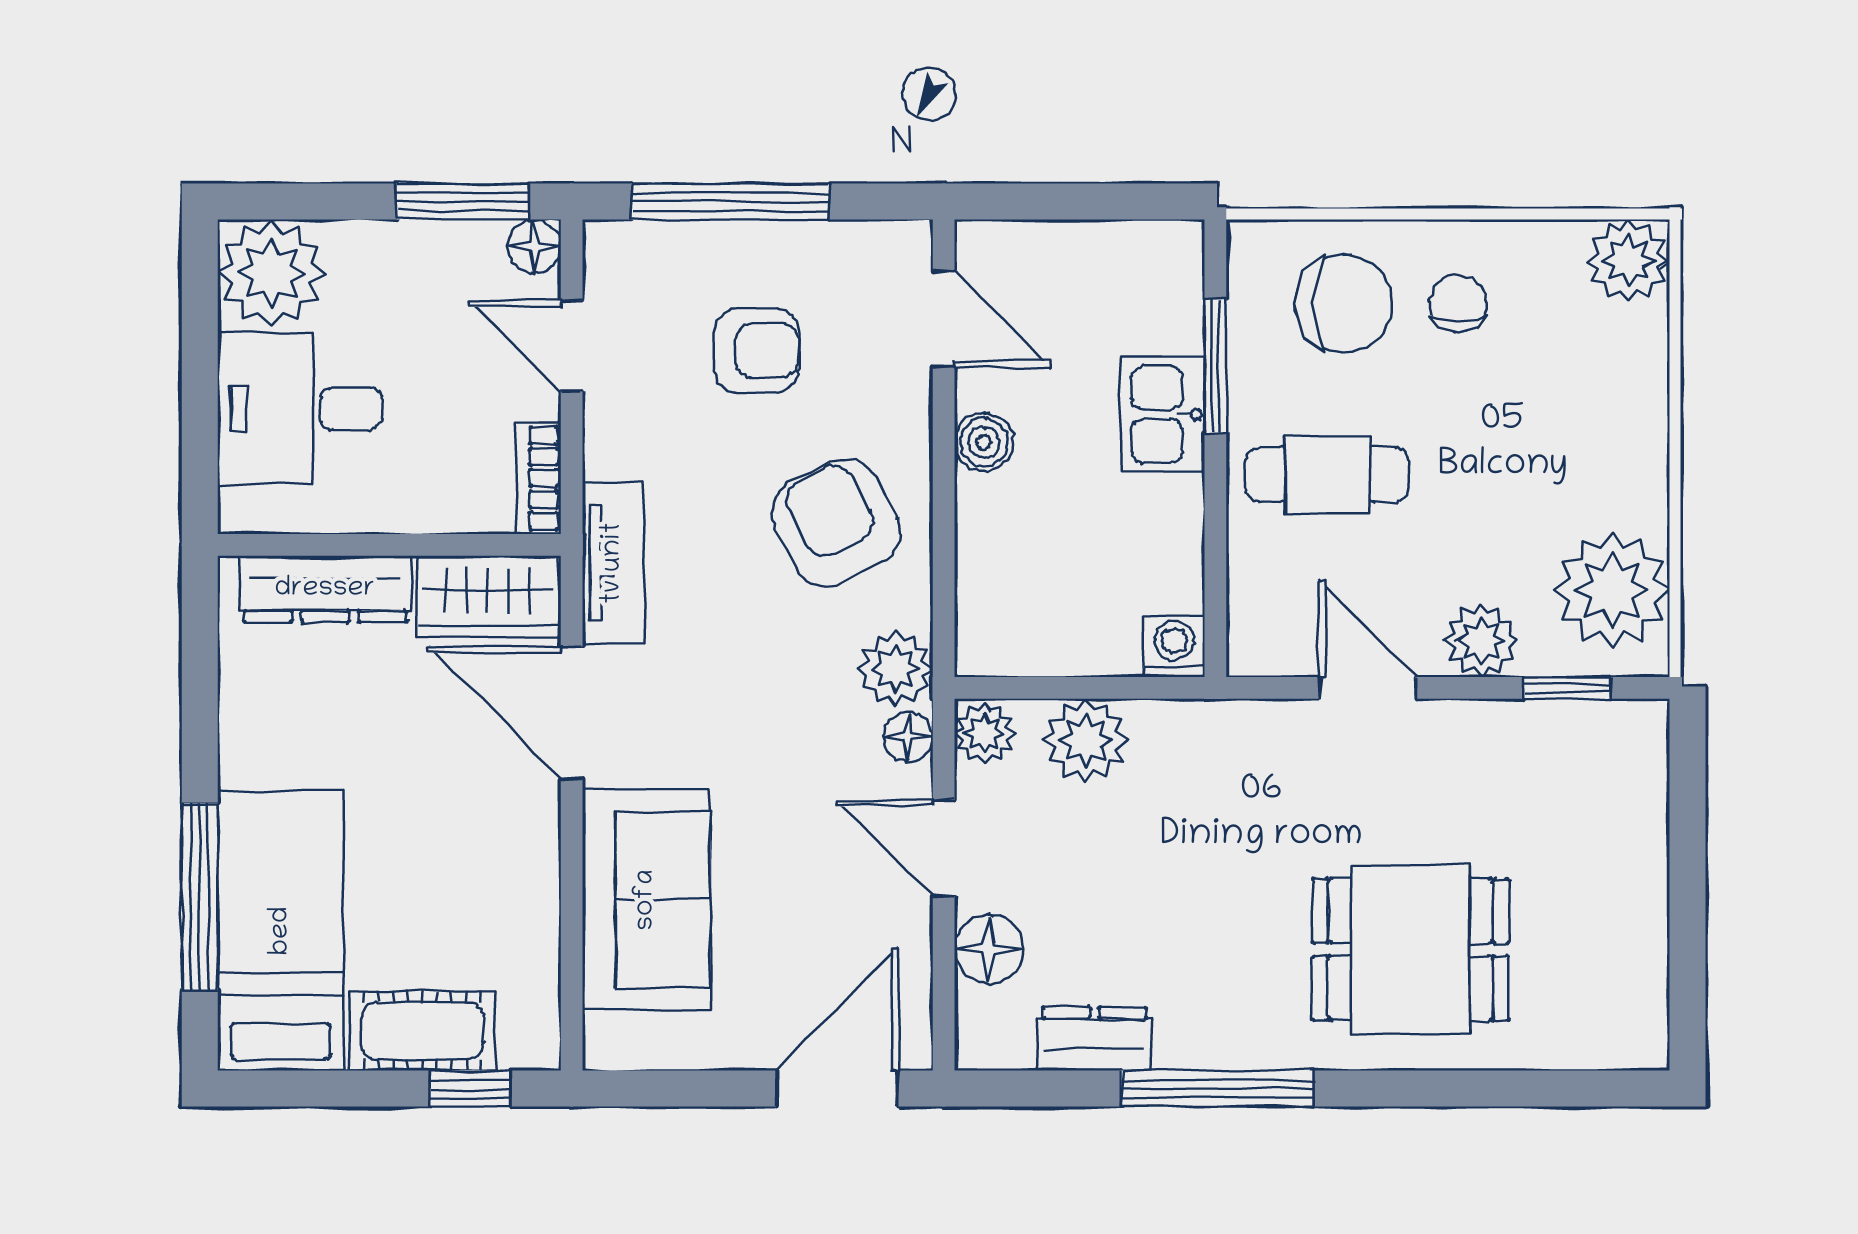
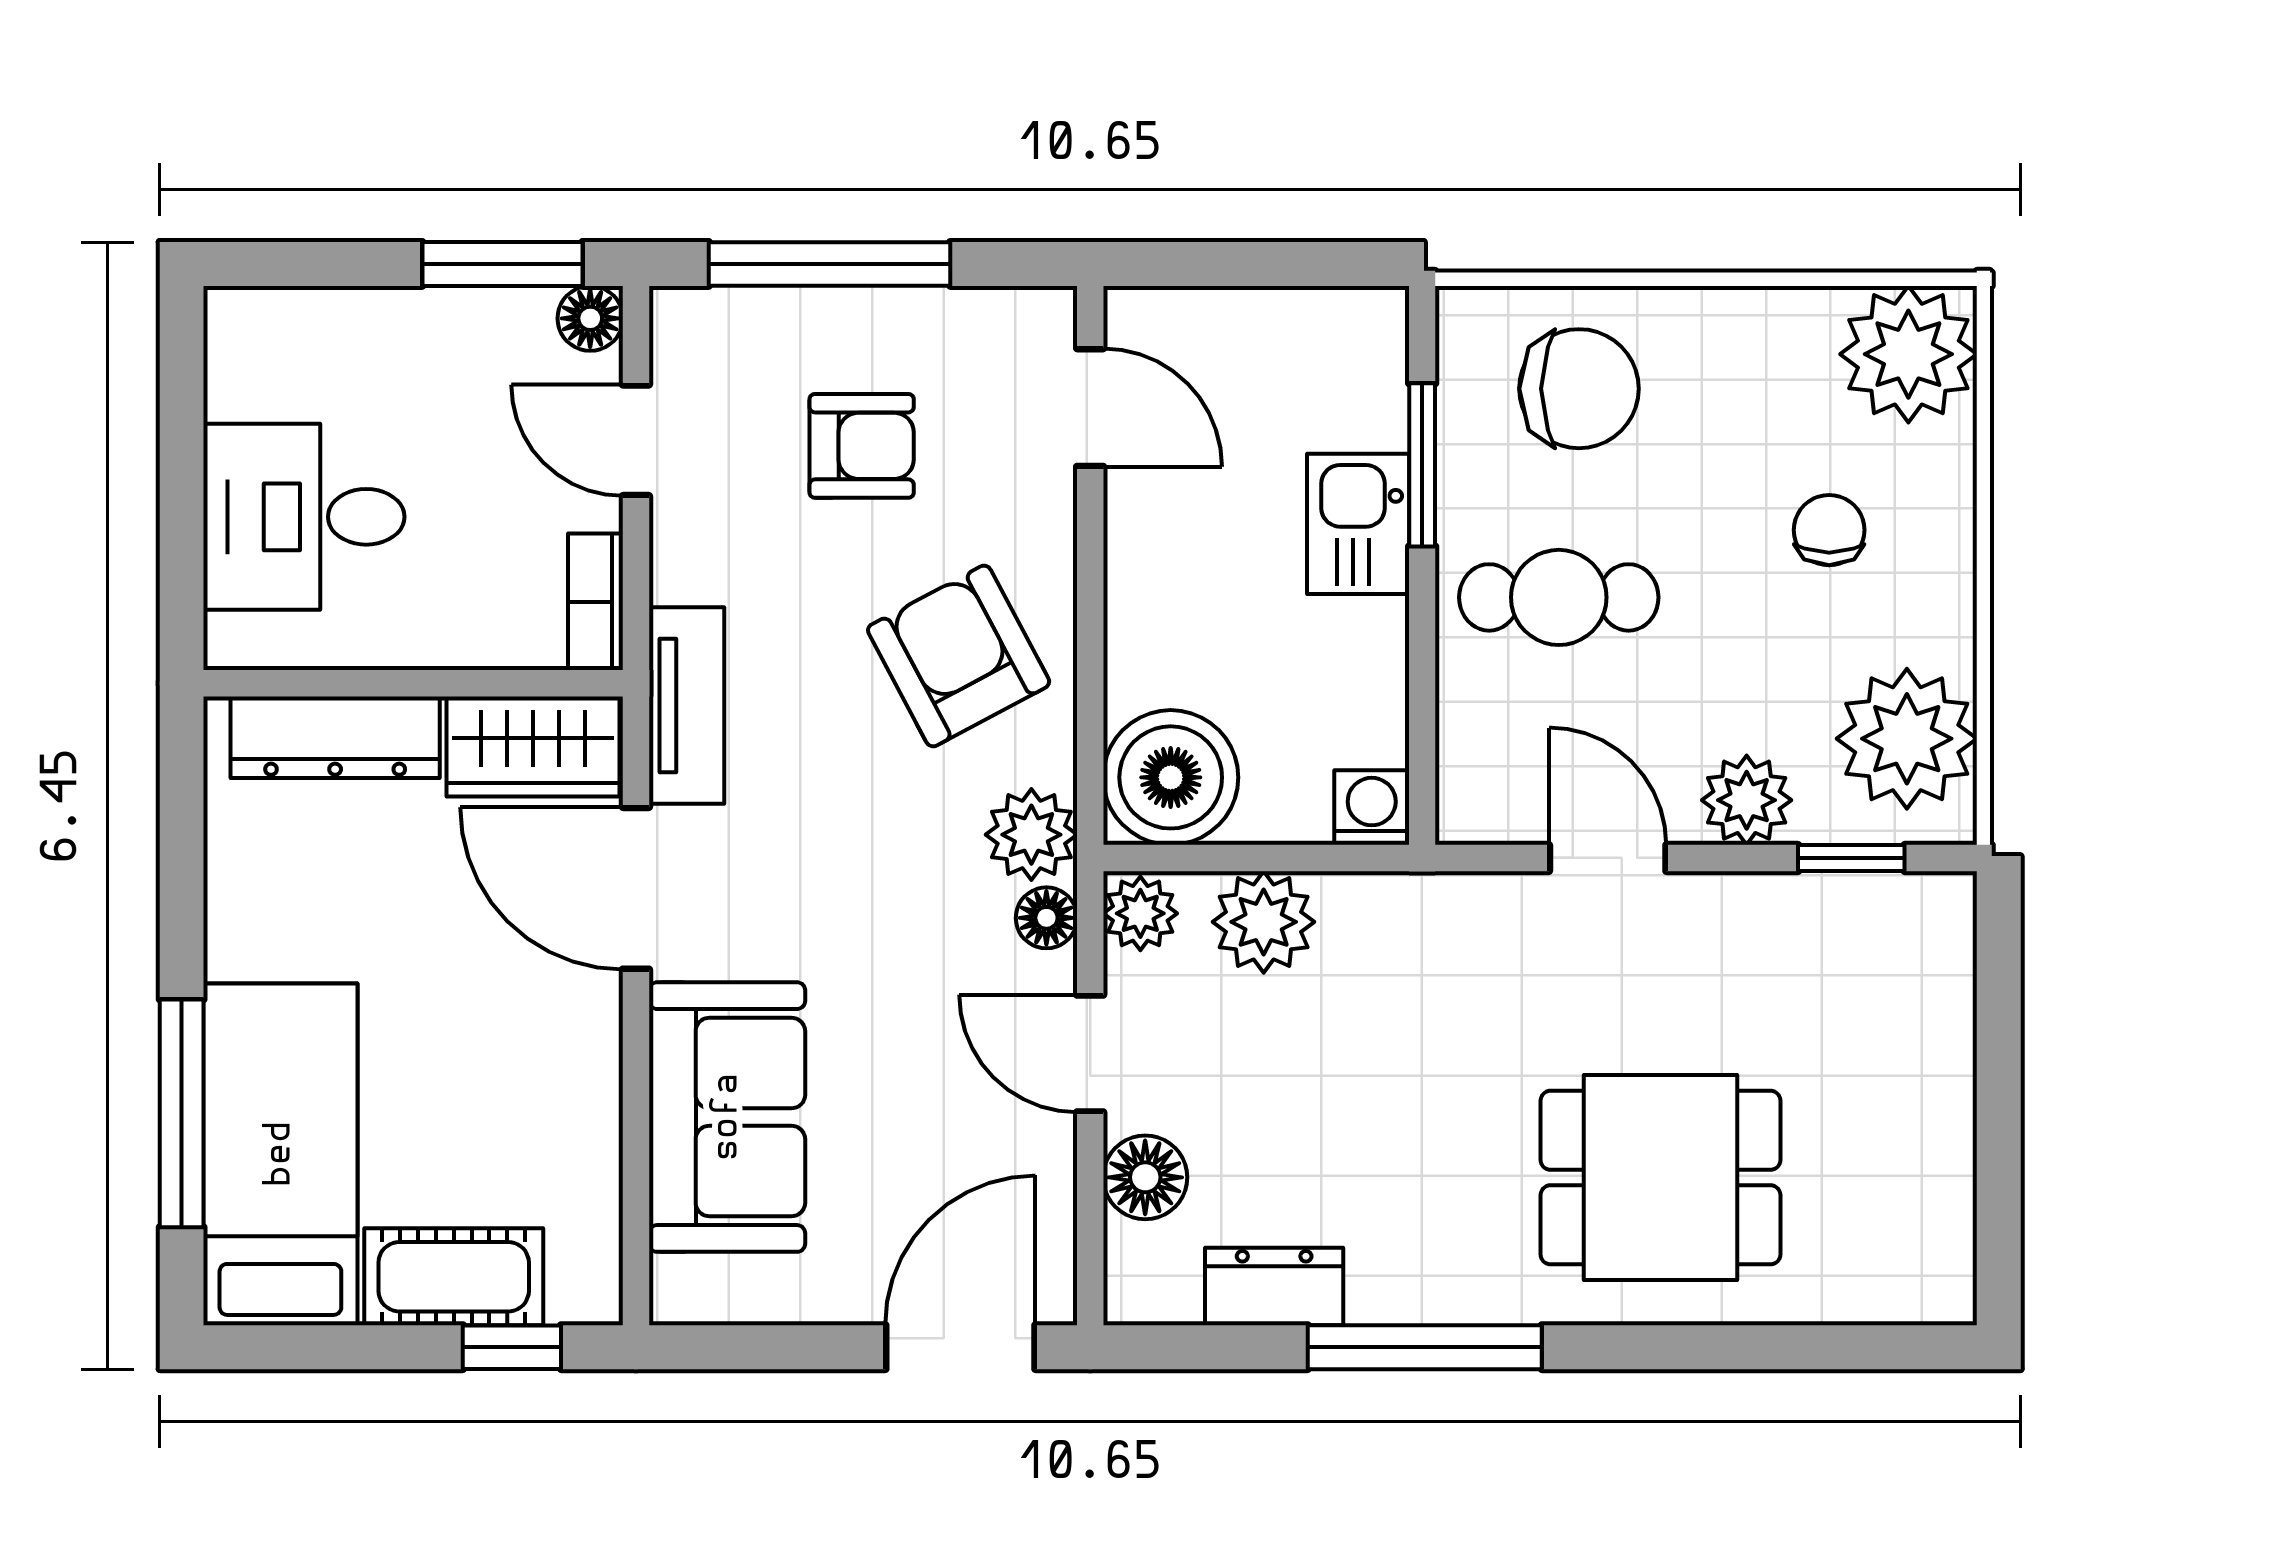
plant: (1629, 261) -> (1908, 354), width x1.36, depth x1.36
plant: (271, 273) -> (269, 351), removed
chair: (1458, 303) -> (1829, 530), moved
boiler: (984, 442) -> (1171, 777), moved, width x1.86, depth x1.86

